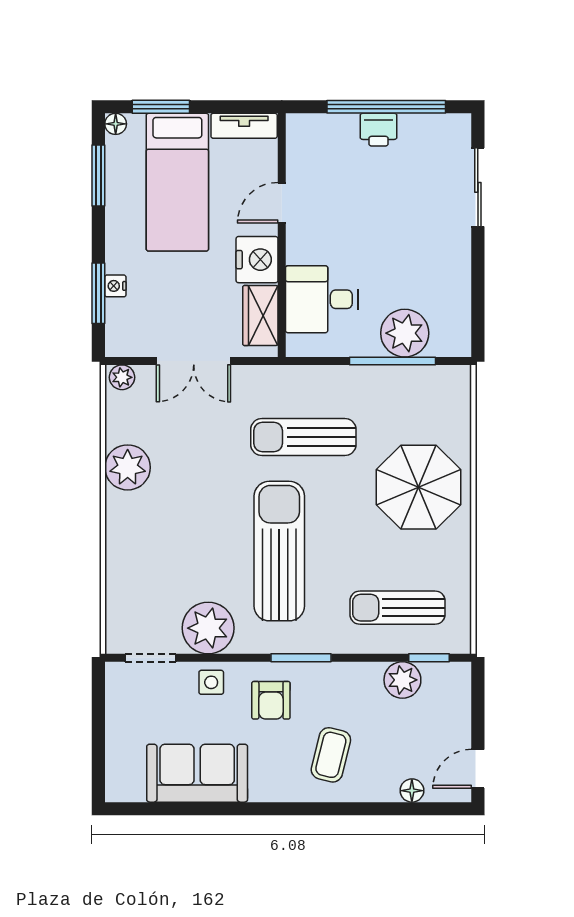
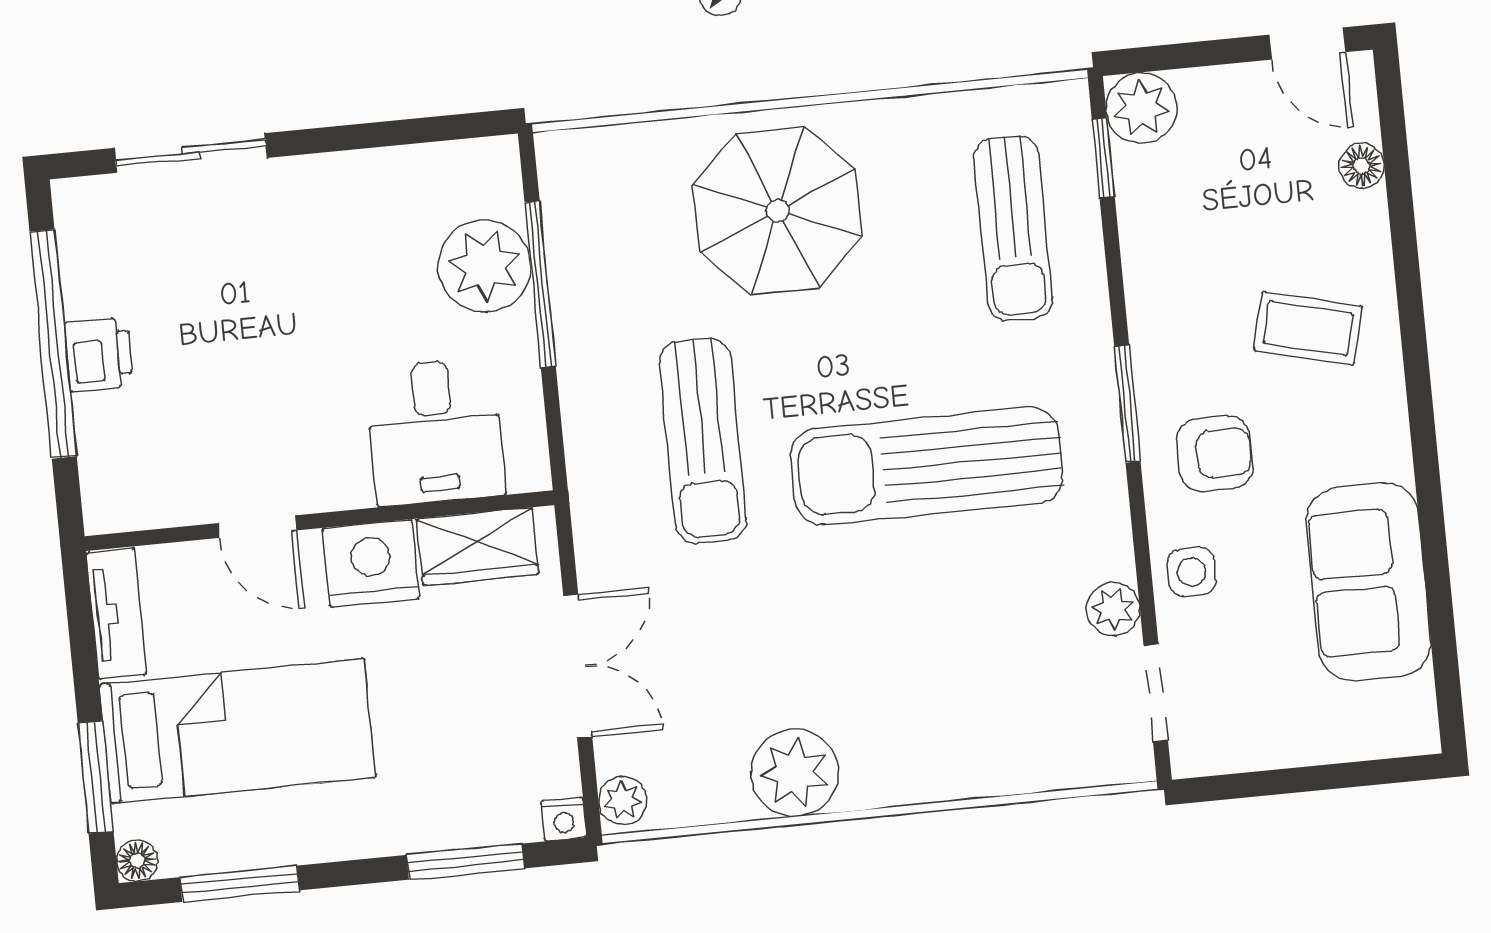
nightstand: (115, 286) -> (564, 819), moved
plant: (208, 628) -> (1113, 609), width x0.53, depth x0.53
plant: (402, 680) -> (1141, 108), moved

